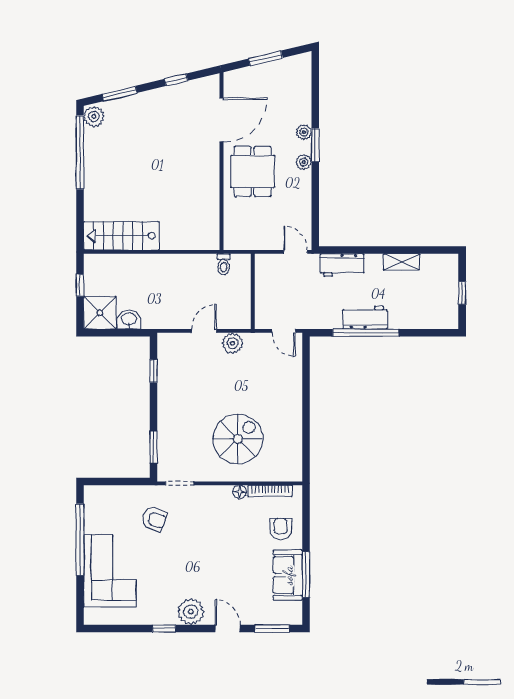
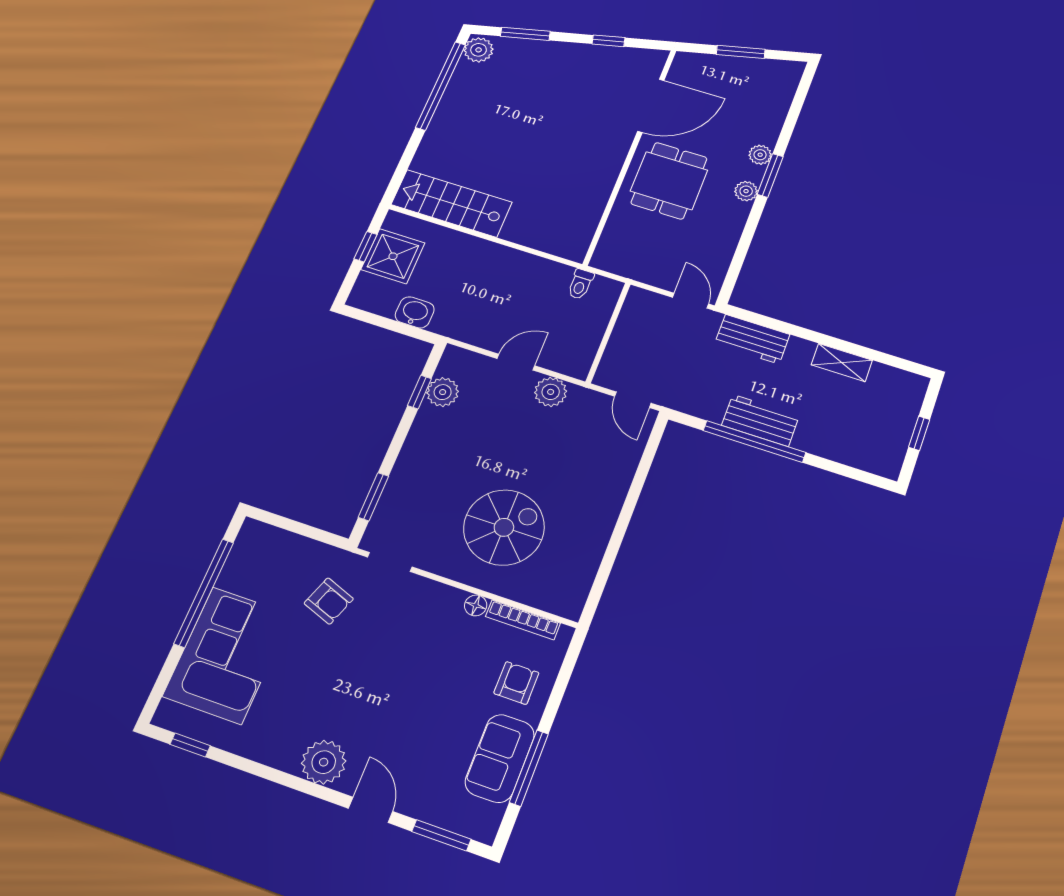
shower: (100, 313) -> (393, 256), moved
plant: (167, 366) -> (443, 392), added
window: (164, 629) -> (190, 745), moved

